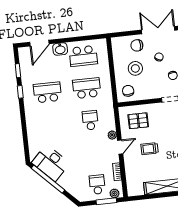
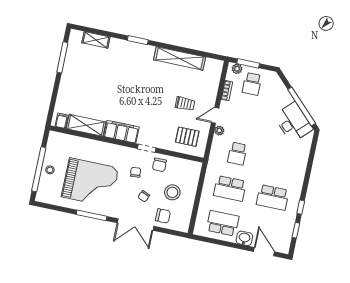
door: (39, 43) -> (264, 252), hinge flipped
chair: (128, 91) -> (159, 165), moved

